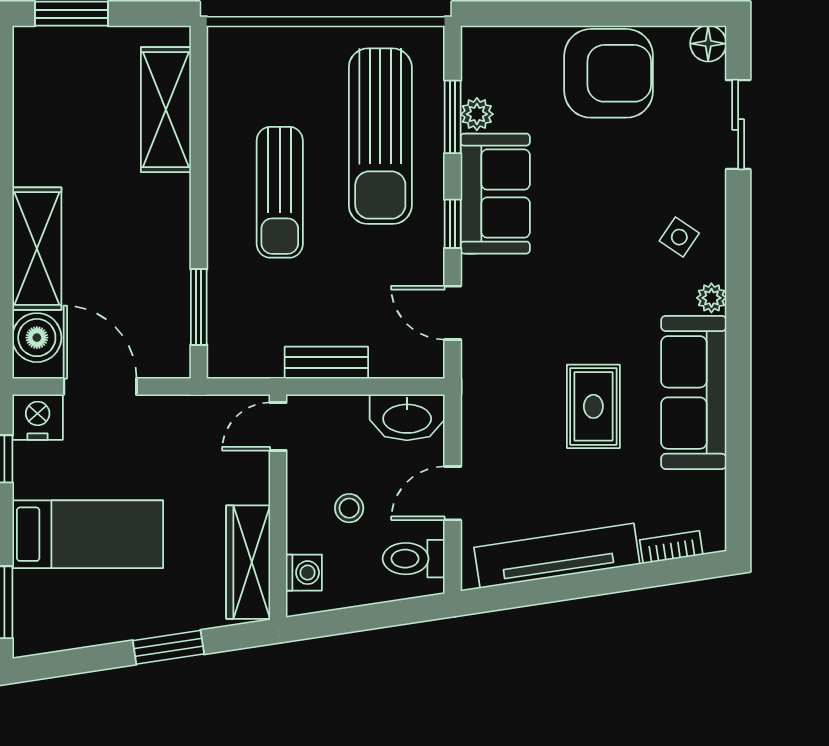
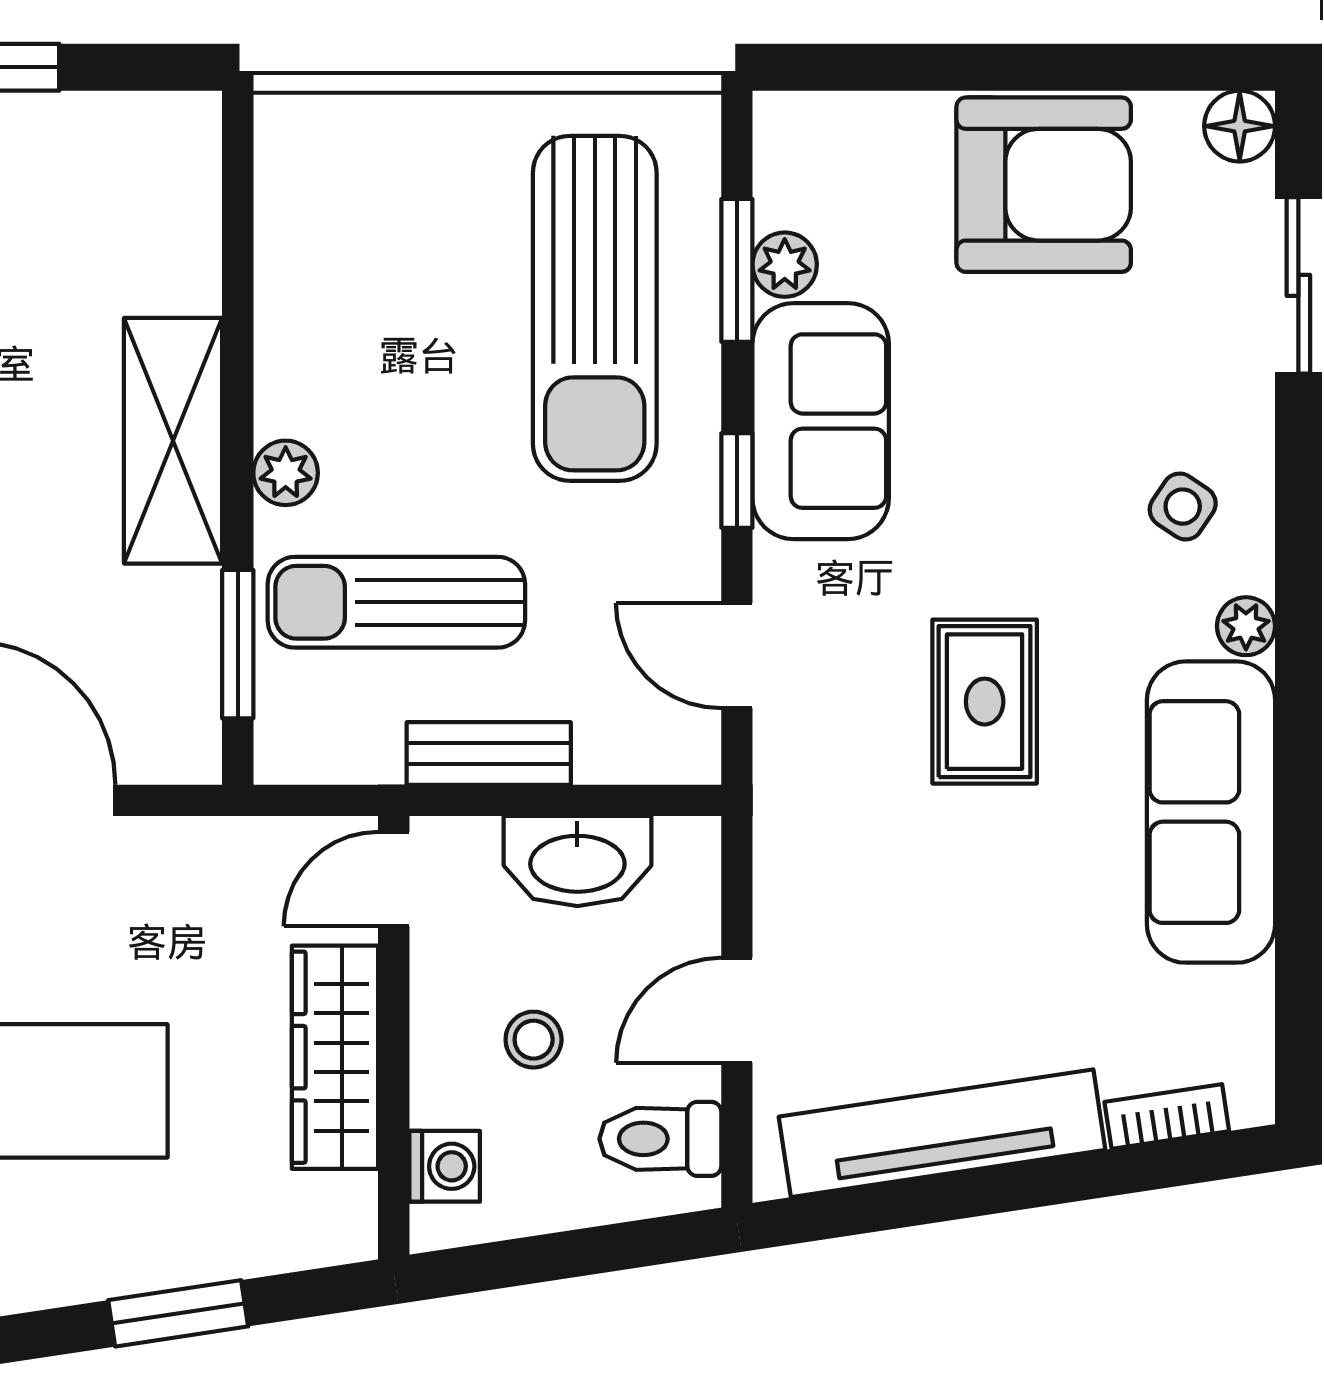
shelving: (166, 110) -> (173, 441), moved
sun lounger: (280, 192) -> (396, 602), moved, turned 90
plant: (223, 220) -> (286, 473), added
rug: (593, 406) -> (985, 702), moved
washbasin: (407, 417) -> (577, 861), moved
wardrobe: (248, 562) -> (335, 1057), moved

